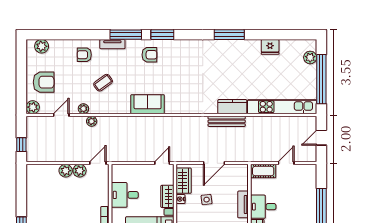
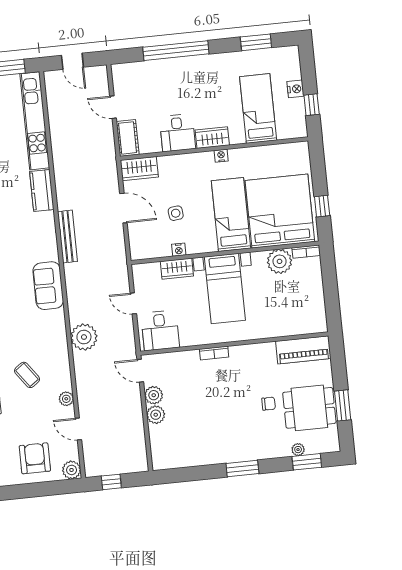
sofa: (148, 104) -> (48, 286), moved
plant: (92, 121) -> (84, 337), moved, width x1.87, depth x1.87
bench: (227, 121) -> (67, 236), moved
window: (21, 145) -> (111, 482), moved
door: (162, 163) -> (133, 303), moved
wardrobe: (184, 181) -> (139, 169), moved, turned 180
desk: (125, 195) -> (160, 330), moved
tv unit: (243, 204) -> (177, 161), removed

